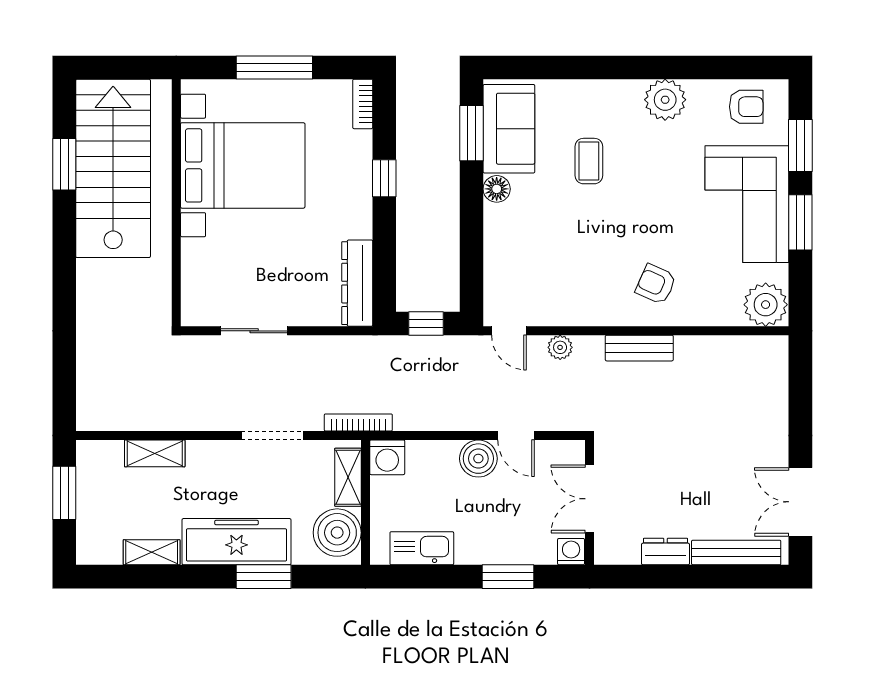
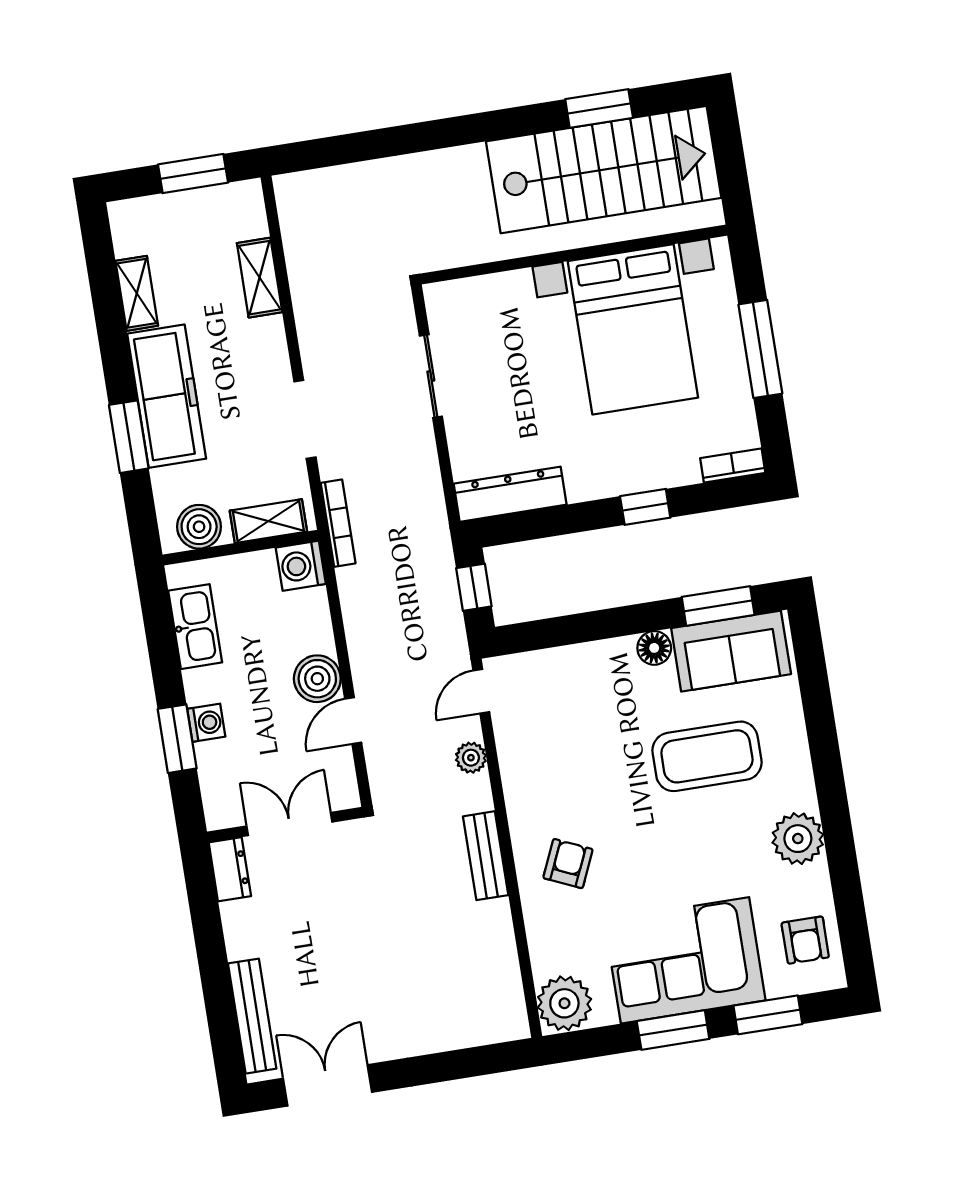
coffee table: (589, 161) -> (707, 756), width x1.86, depth x1.72
boiler: (337, 533) -> (199, 527), width x0.73, depth x0.73
washing machine: (571, 552) -> (206, 723), moved
dresser: (665, 552) -> (230, 869), moved

